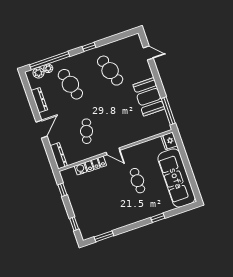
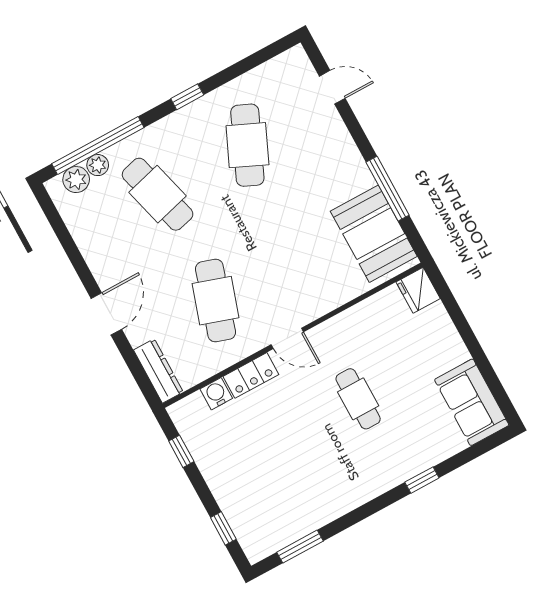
cafe table: (110, 71) -> (247, 145), turned 42
booth: (149, 97) -> (374, 234), moved
dresser: (39, 100) -> (89, 245), removed
window: (168, 111) -> (388, 189), moved
cafe table: (87, 131) -> (216, 301), width x1.37, depth x1.35
sofa: (176, 178) -> (472, 402), width x0.54, depth x0.79

